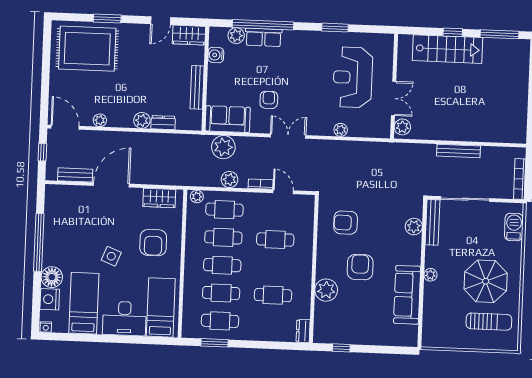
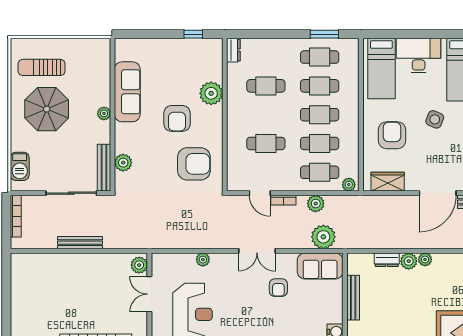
plant: (100, 120) -> (425, 259), moved
armchair: (346, 223) -> (194, 164), width x1.36, depth x1.36

